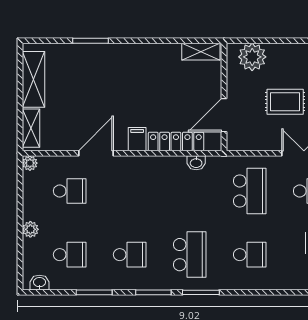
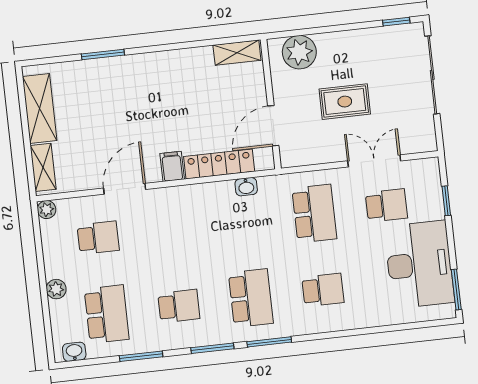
school desk: (70, 255) -> (107, 314), width x1.85

